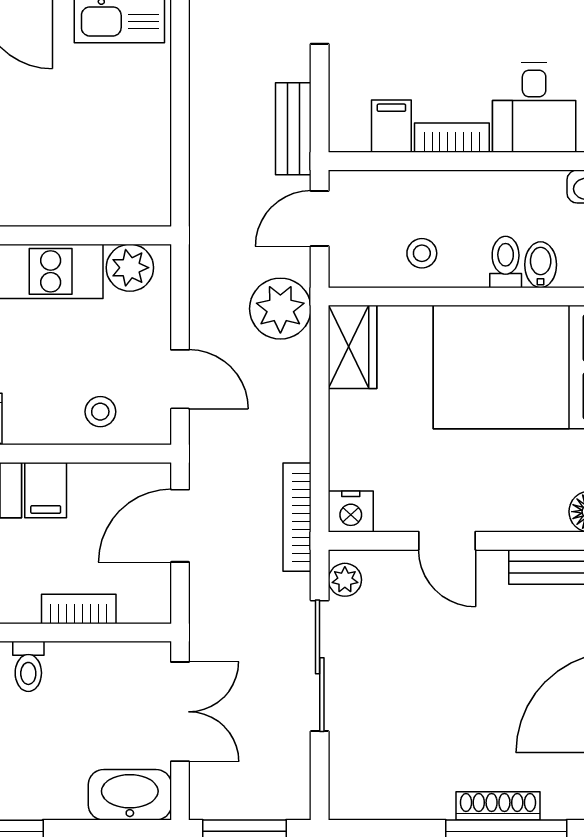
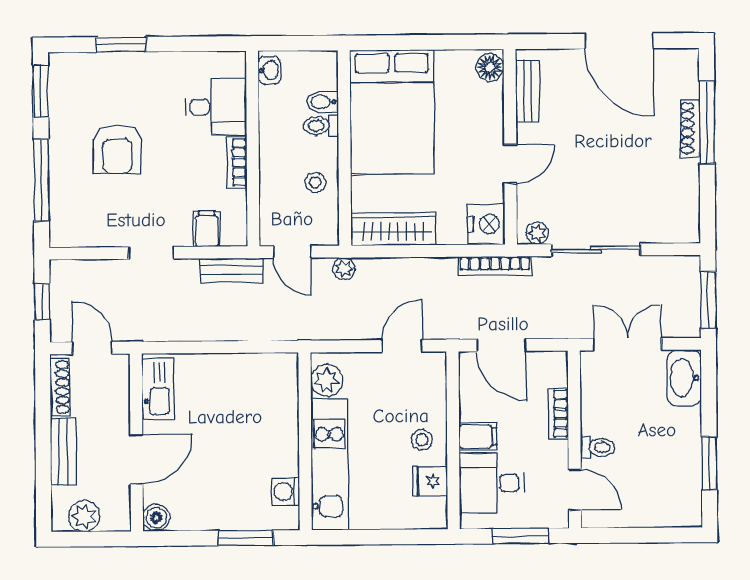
filing cabinet: (391, 126) -> (207, 229), moved, turned 90
plant: (280, 309) -> (344, 269), width x0.53, depth x0.53
wardrobe: (353, 347) -> (393, 229), width x1.50
stool: (100, 412) -> (422, 440), moved
nightstand: (351, 512) -> (486, 224), width x1.36, depth x1.33

